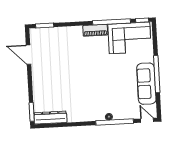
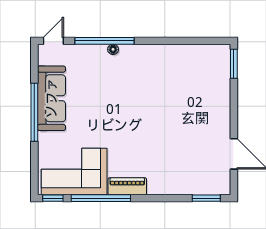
dresser: (50, 118) -> (205, 53), removed
door: (147, 120) -> (53, 41), swing flipped

